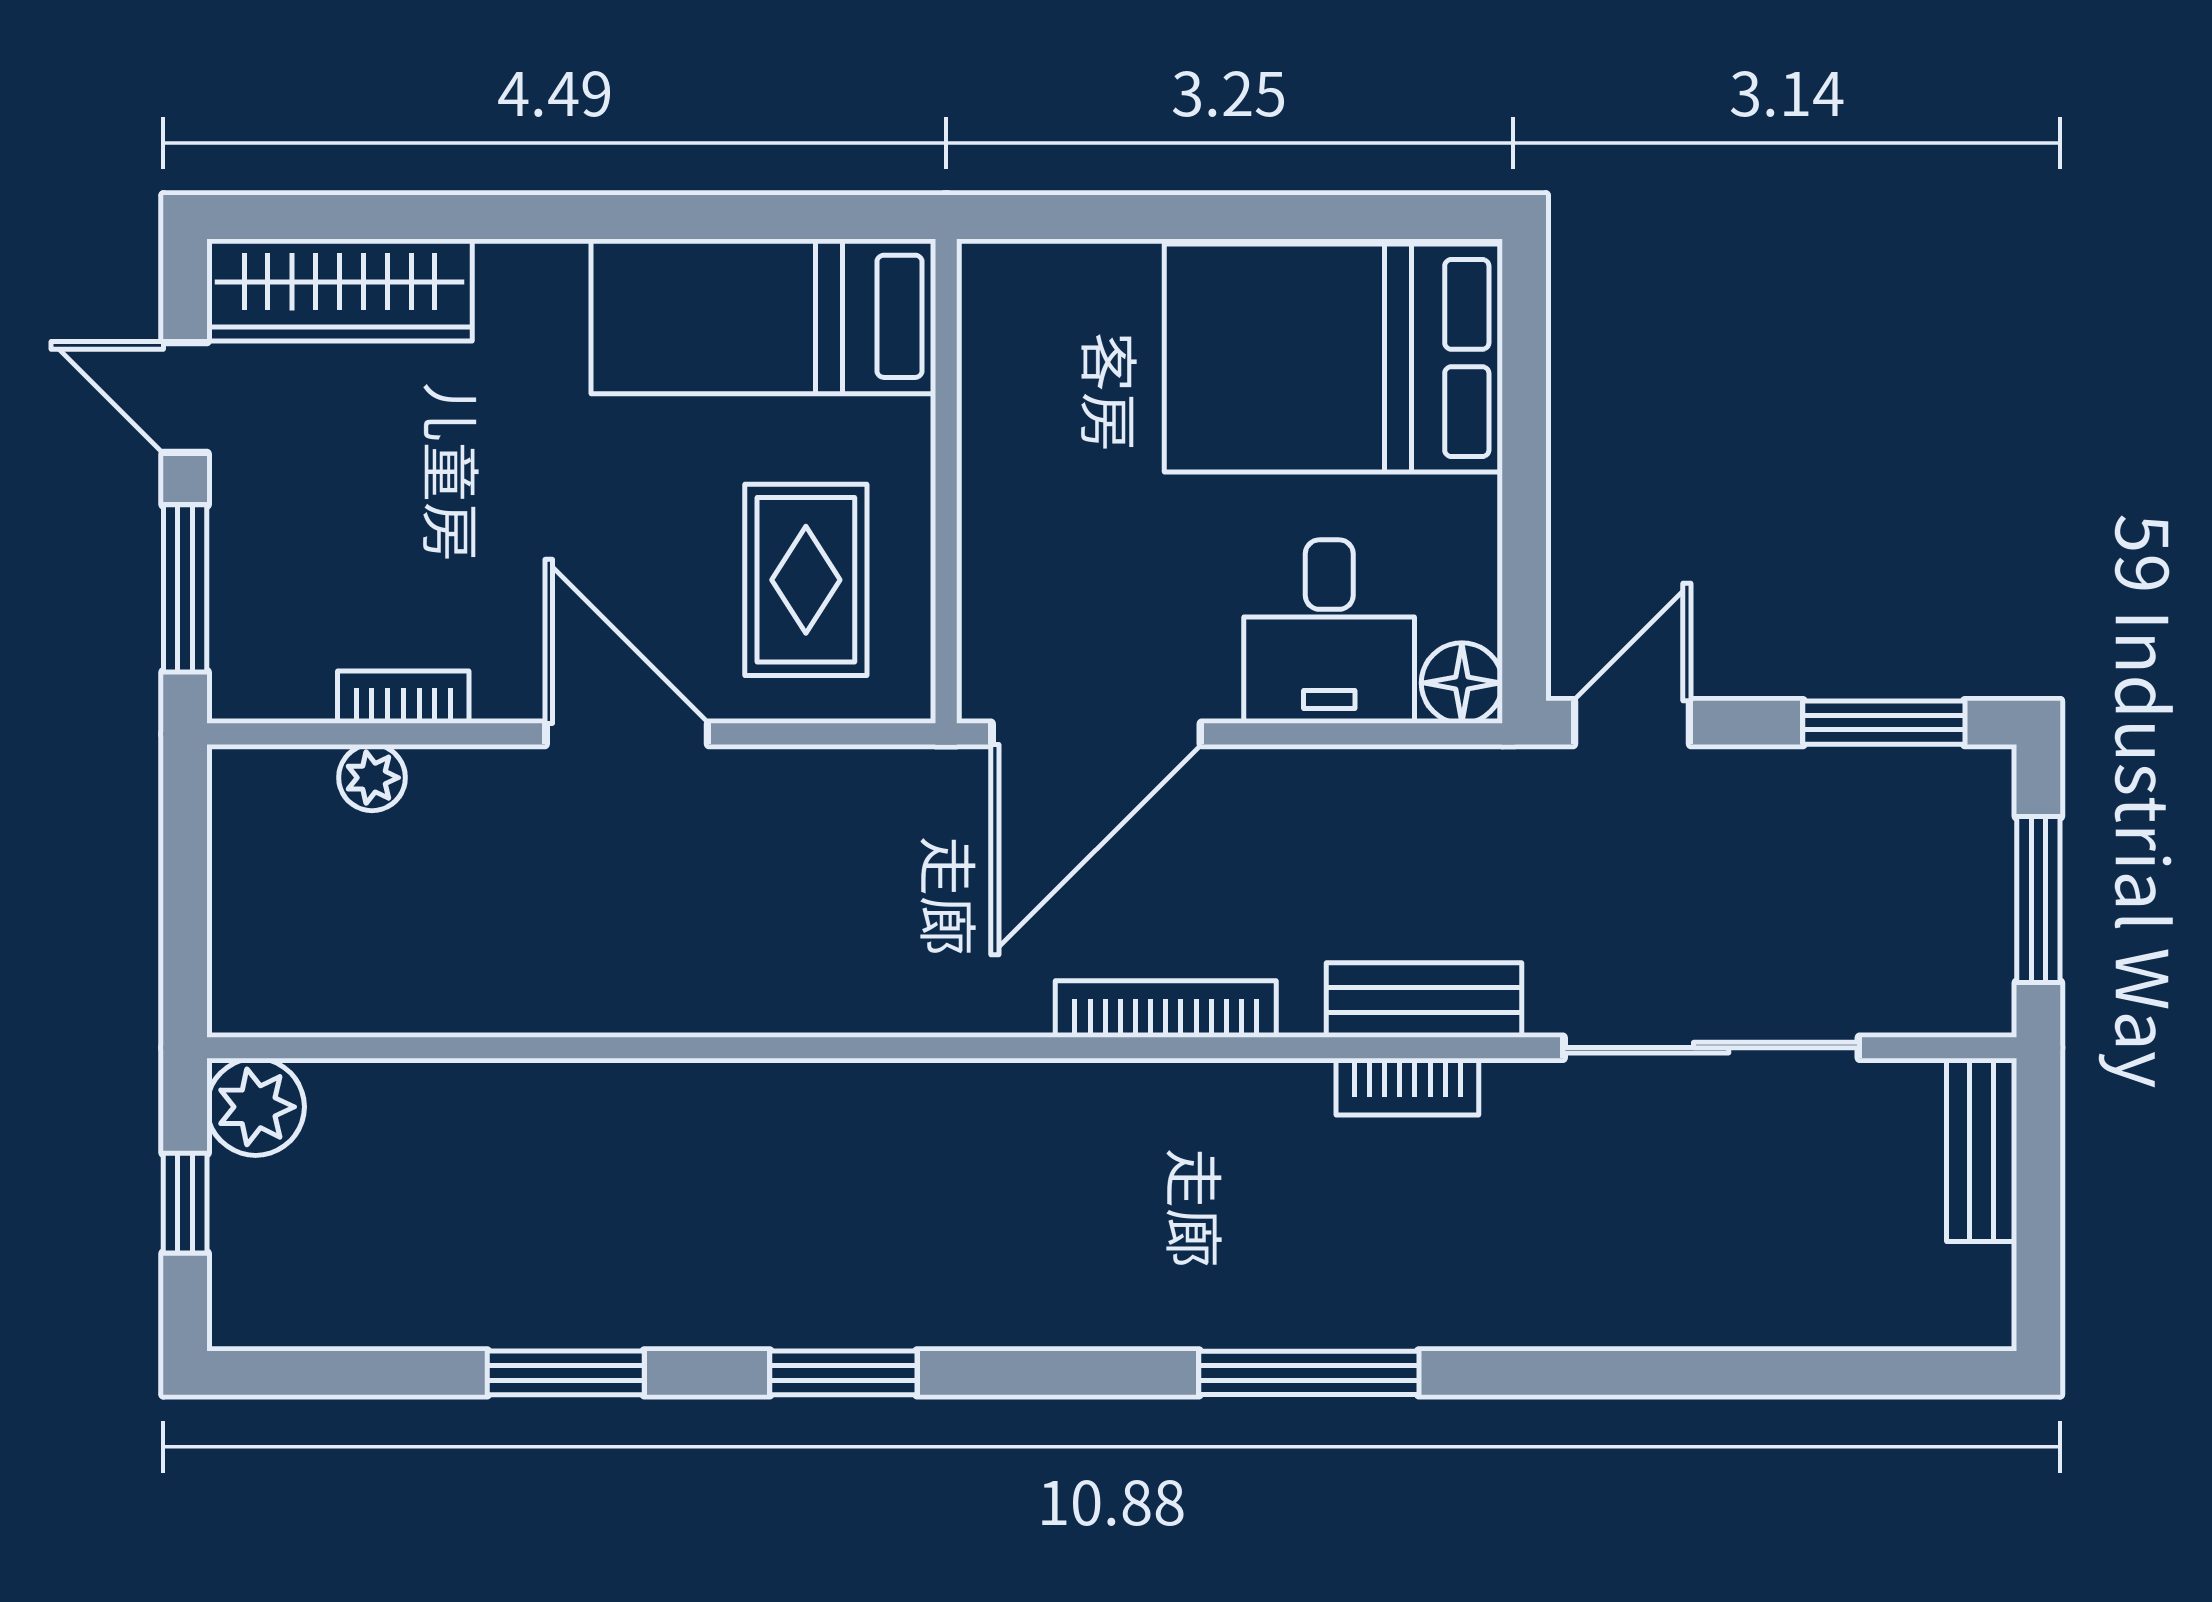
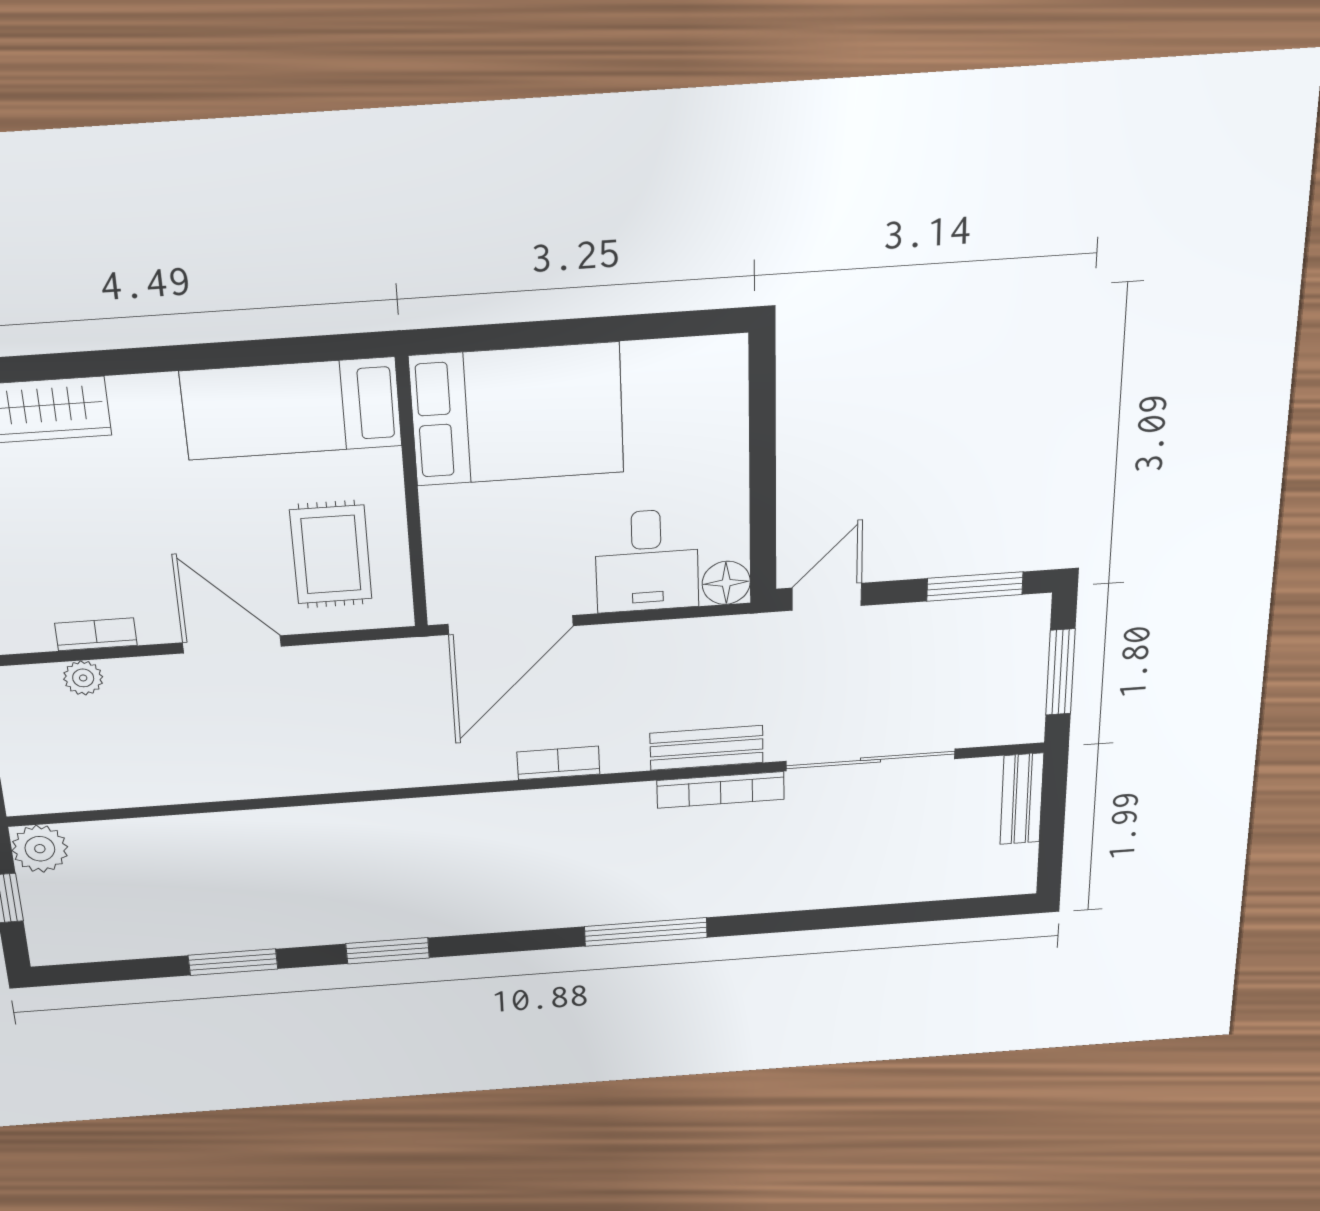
bed: (1333, 358) -> (517, 414), moved, turned 180
bookcase: (1166, 1009) -> (558, 763), width x0.64
bookcase: (1407, 1087) -> (721, 790), width x1.56

